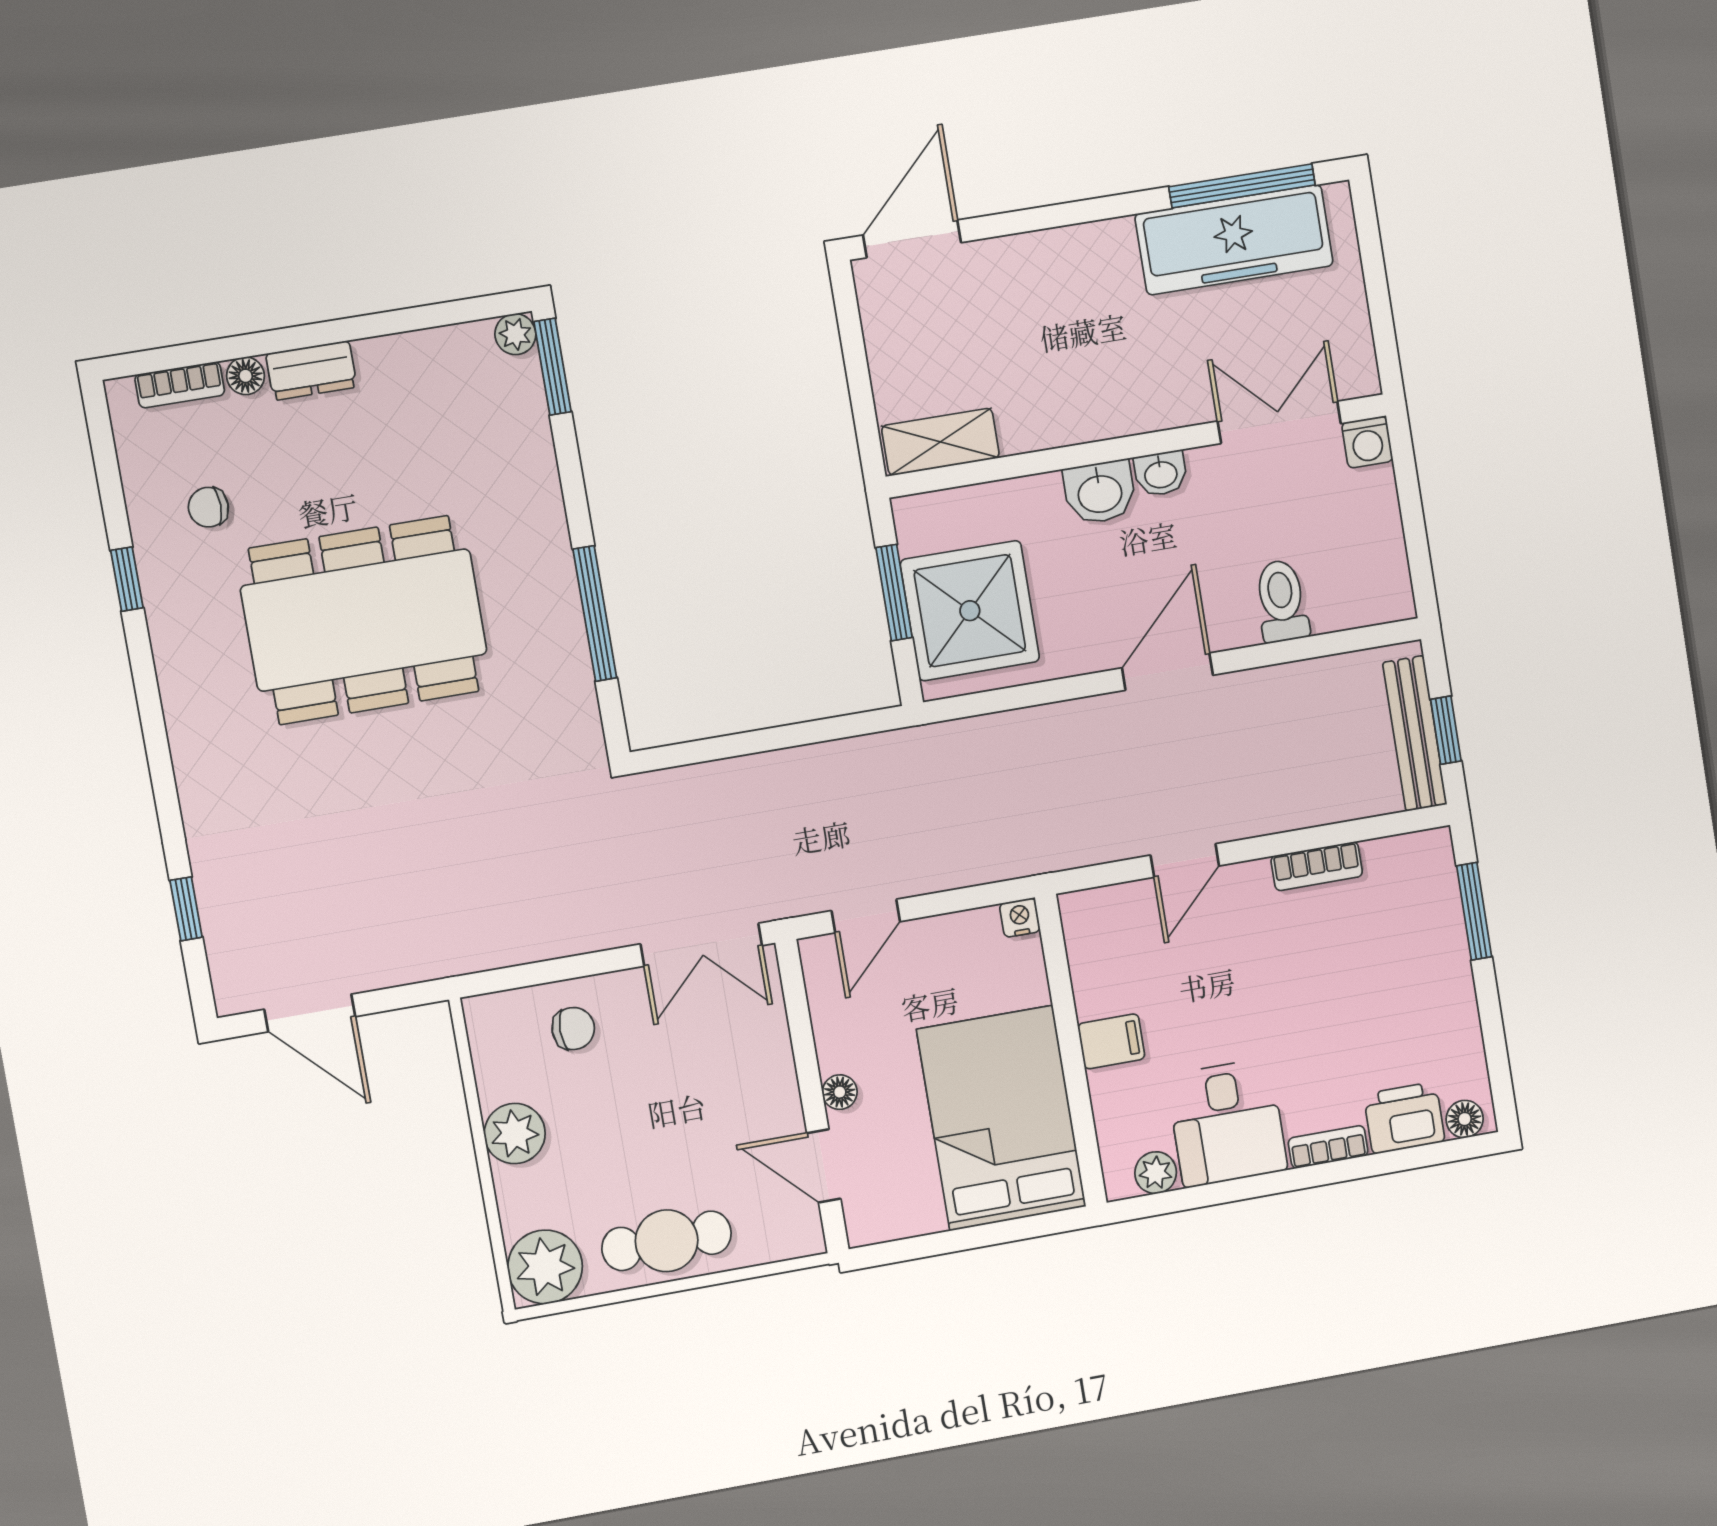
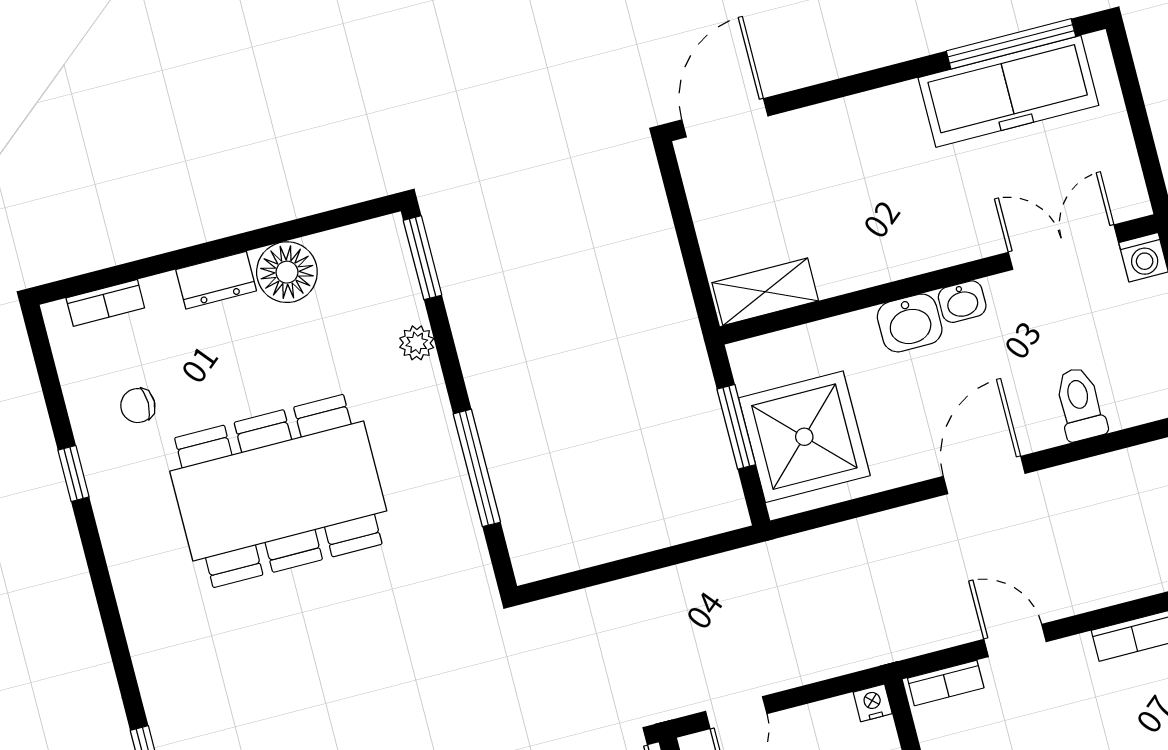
plant: (515, 334) -> (417, 343), moved
floor lamp: (246, 376) -> (287, 272), moved, width x1.89, depth x1.89
door: (1185, 861) -> (1015, 641), swing flipped
bookcase: (1103, 902) -> (946, 683), added

